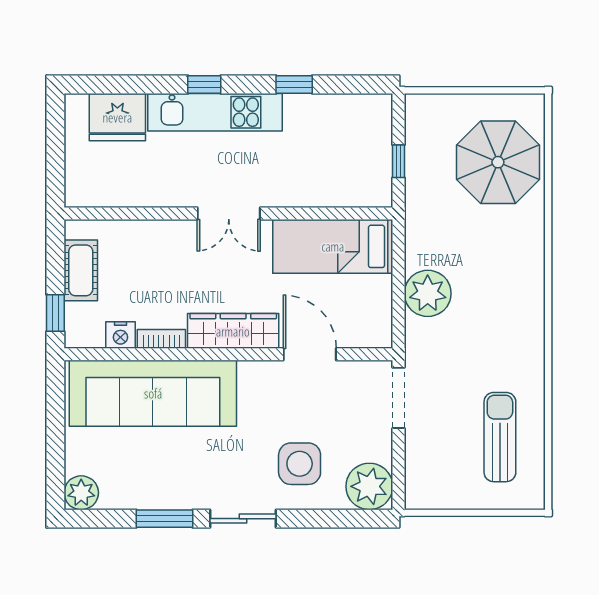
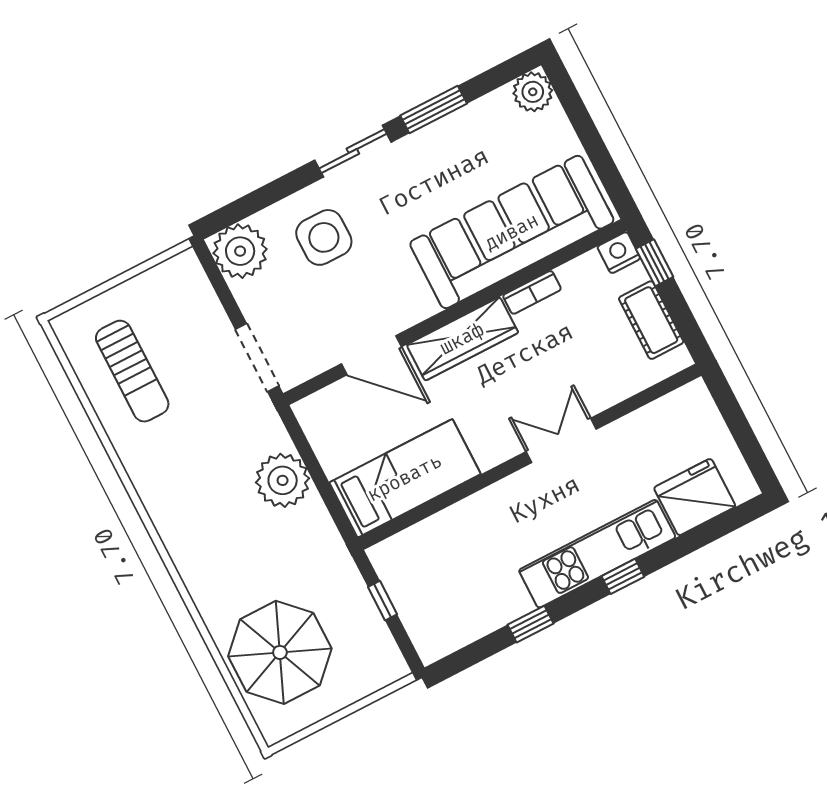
double door: (229, 214) -> (561, 440), moved
nightstand: (120, 335) -> (619, 253), moved

